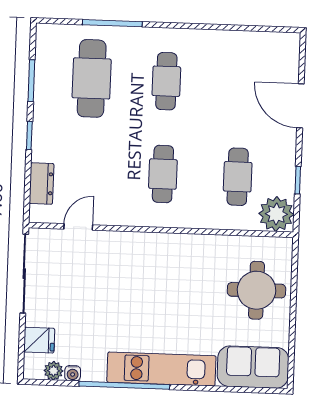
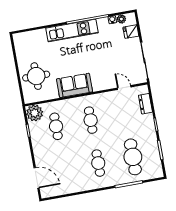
door: (300, 106) -> (37, 178), moved
door: (78, 227) -> (124, 87), swing flipped
sofa: (253, 367) -> (74, 85), moved, turned 180

